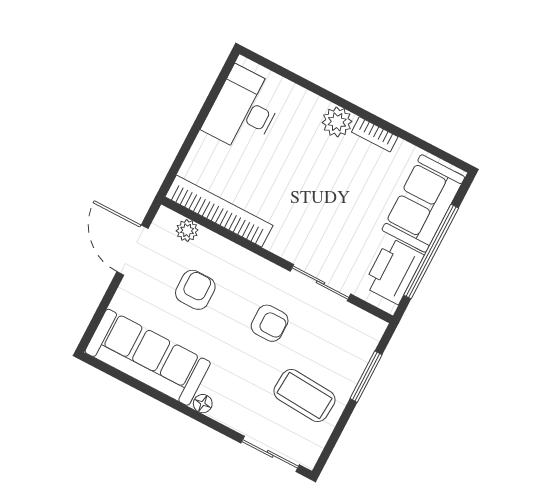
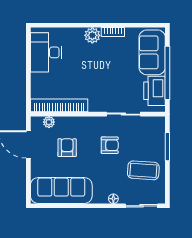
floor lamp: (203, 404) -> (113, 199), moved

